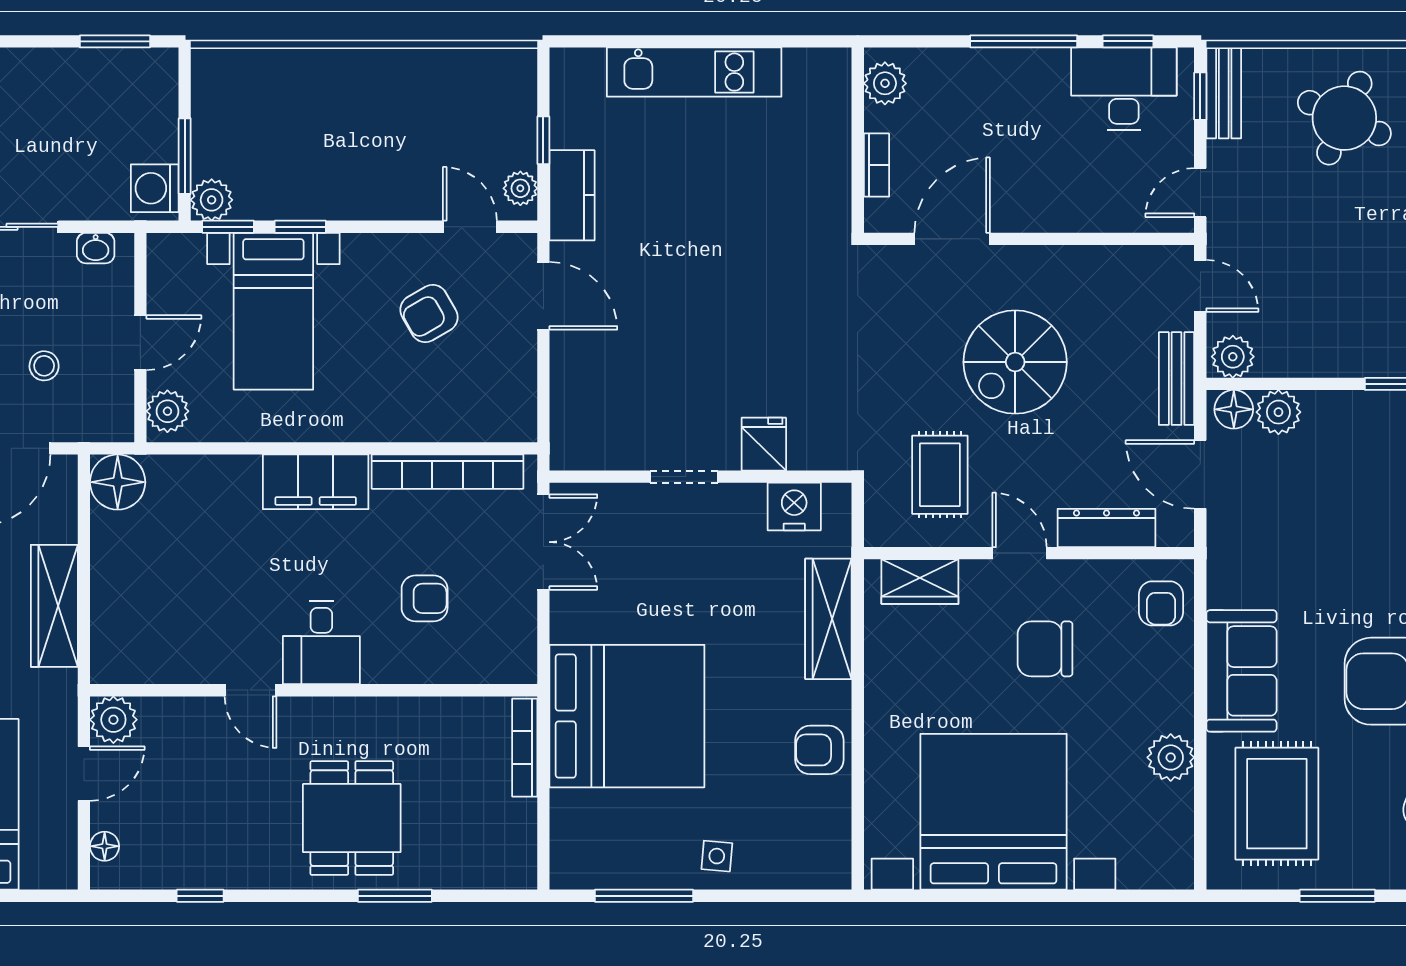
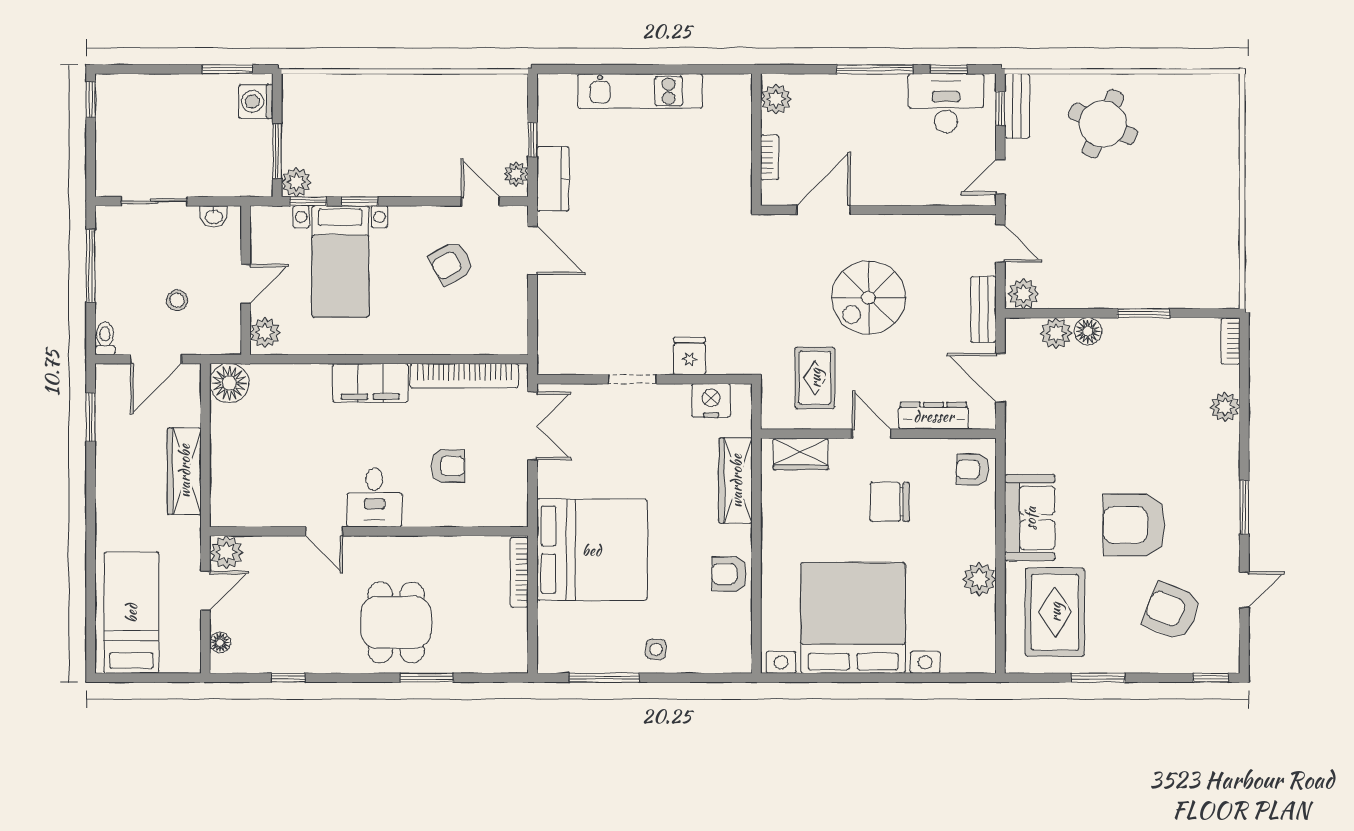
washing machine: (155, 188) -> (256, 102), moved
floor lamp: (1234, 409) -> (1088, 331), moved
armchair: (1161, 603) -> (972, 469), turned 92

